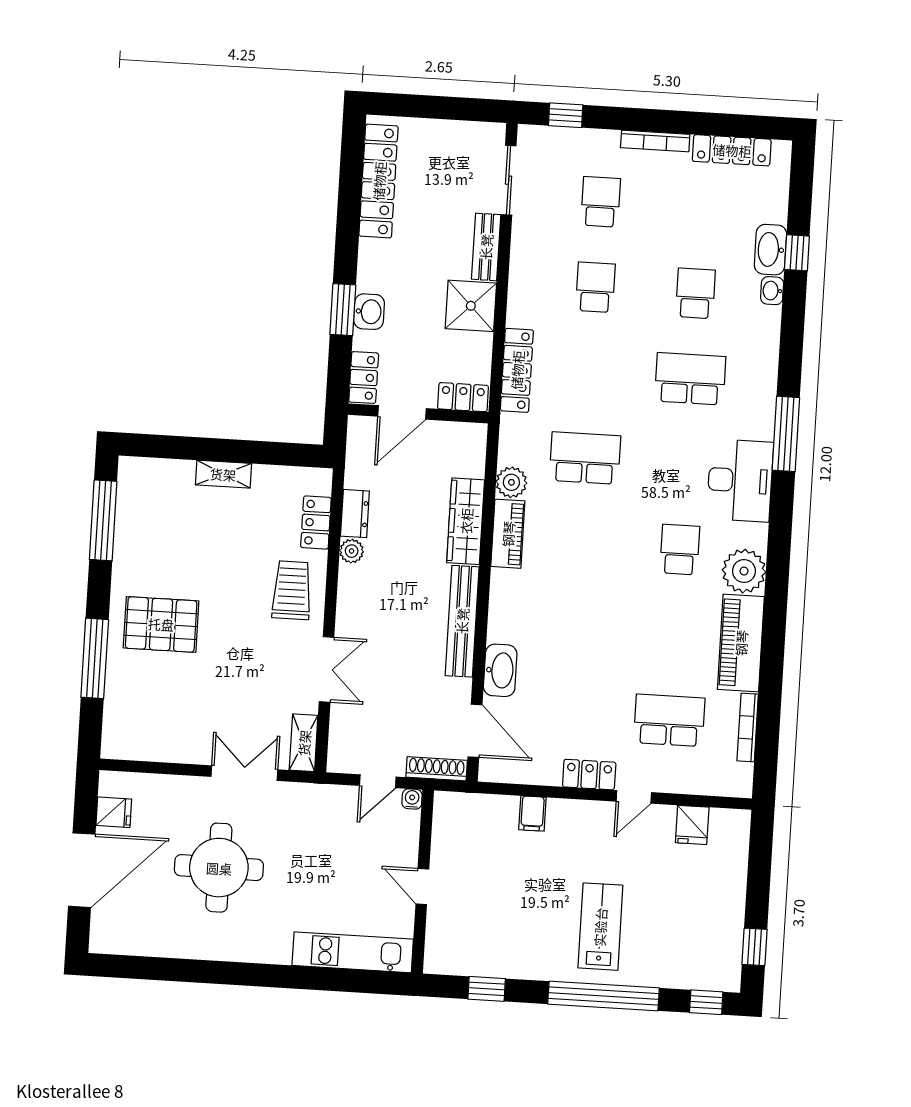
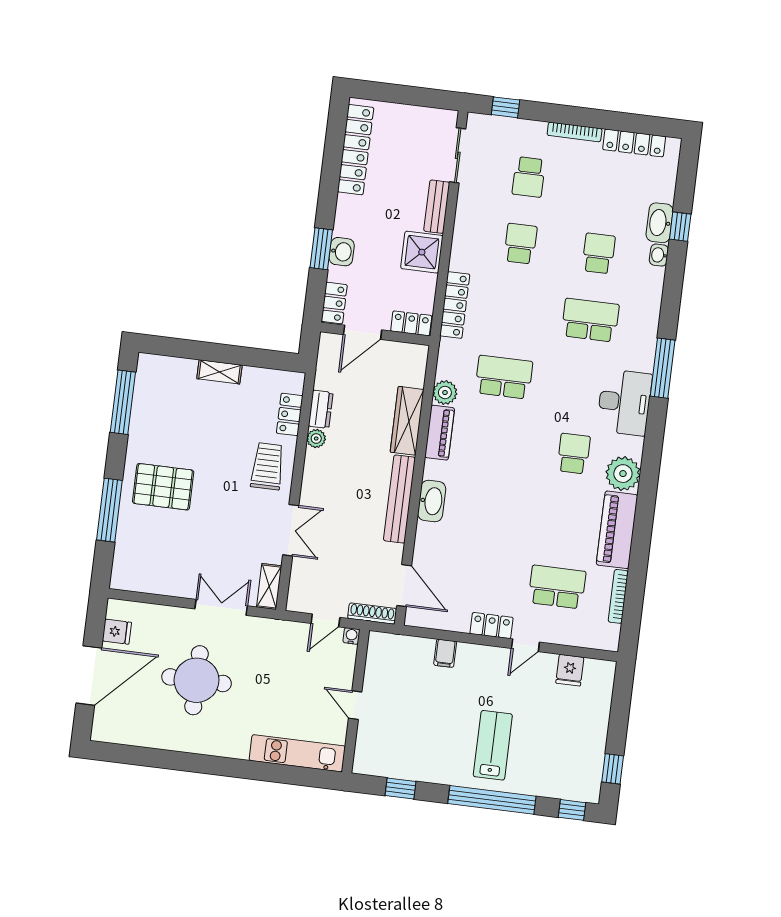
school desk: (601, 202) -> (529, 177), turned 180
washbasin: (500, 670) -> (432, 501), moved

